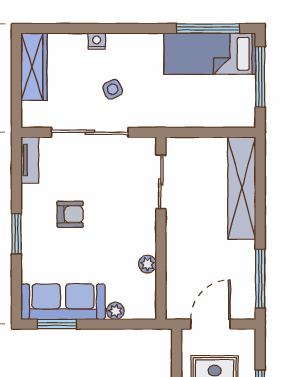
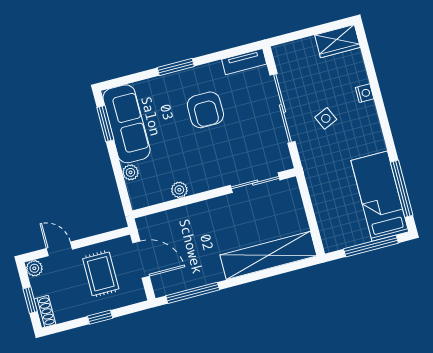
wardrobe: (34, 67) -> (337, 41), width x0.67
armchair: (70, 214) -> (205, 110), width x1.38, depth x1.38

